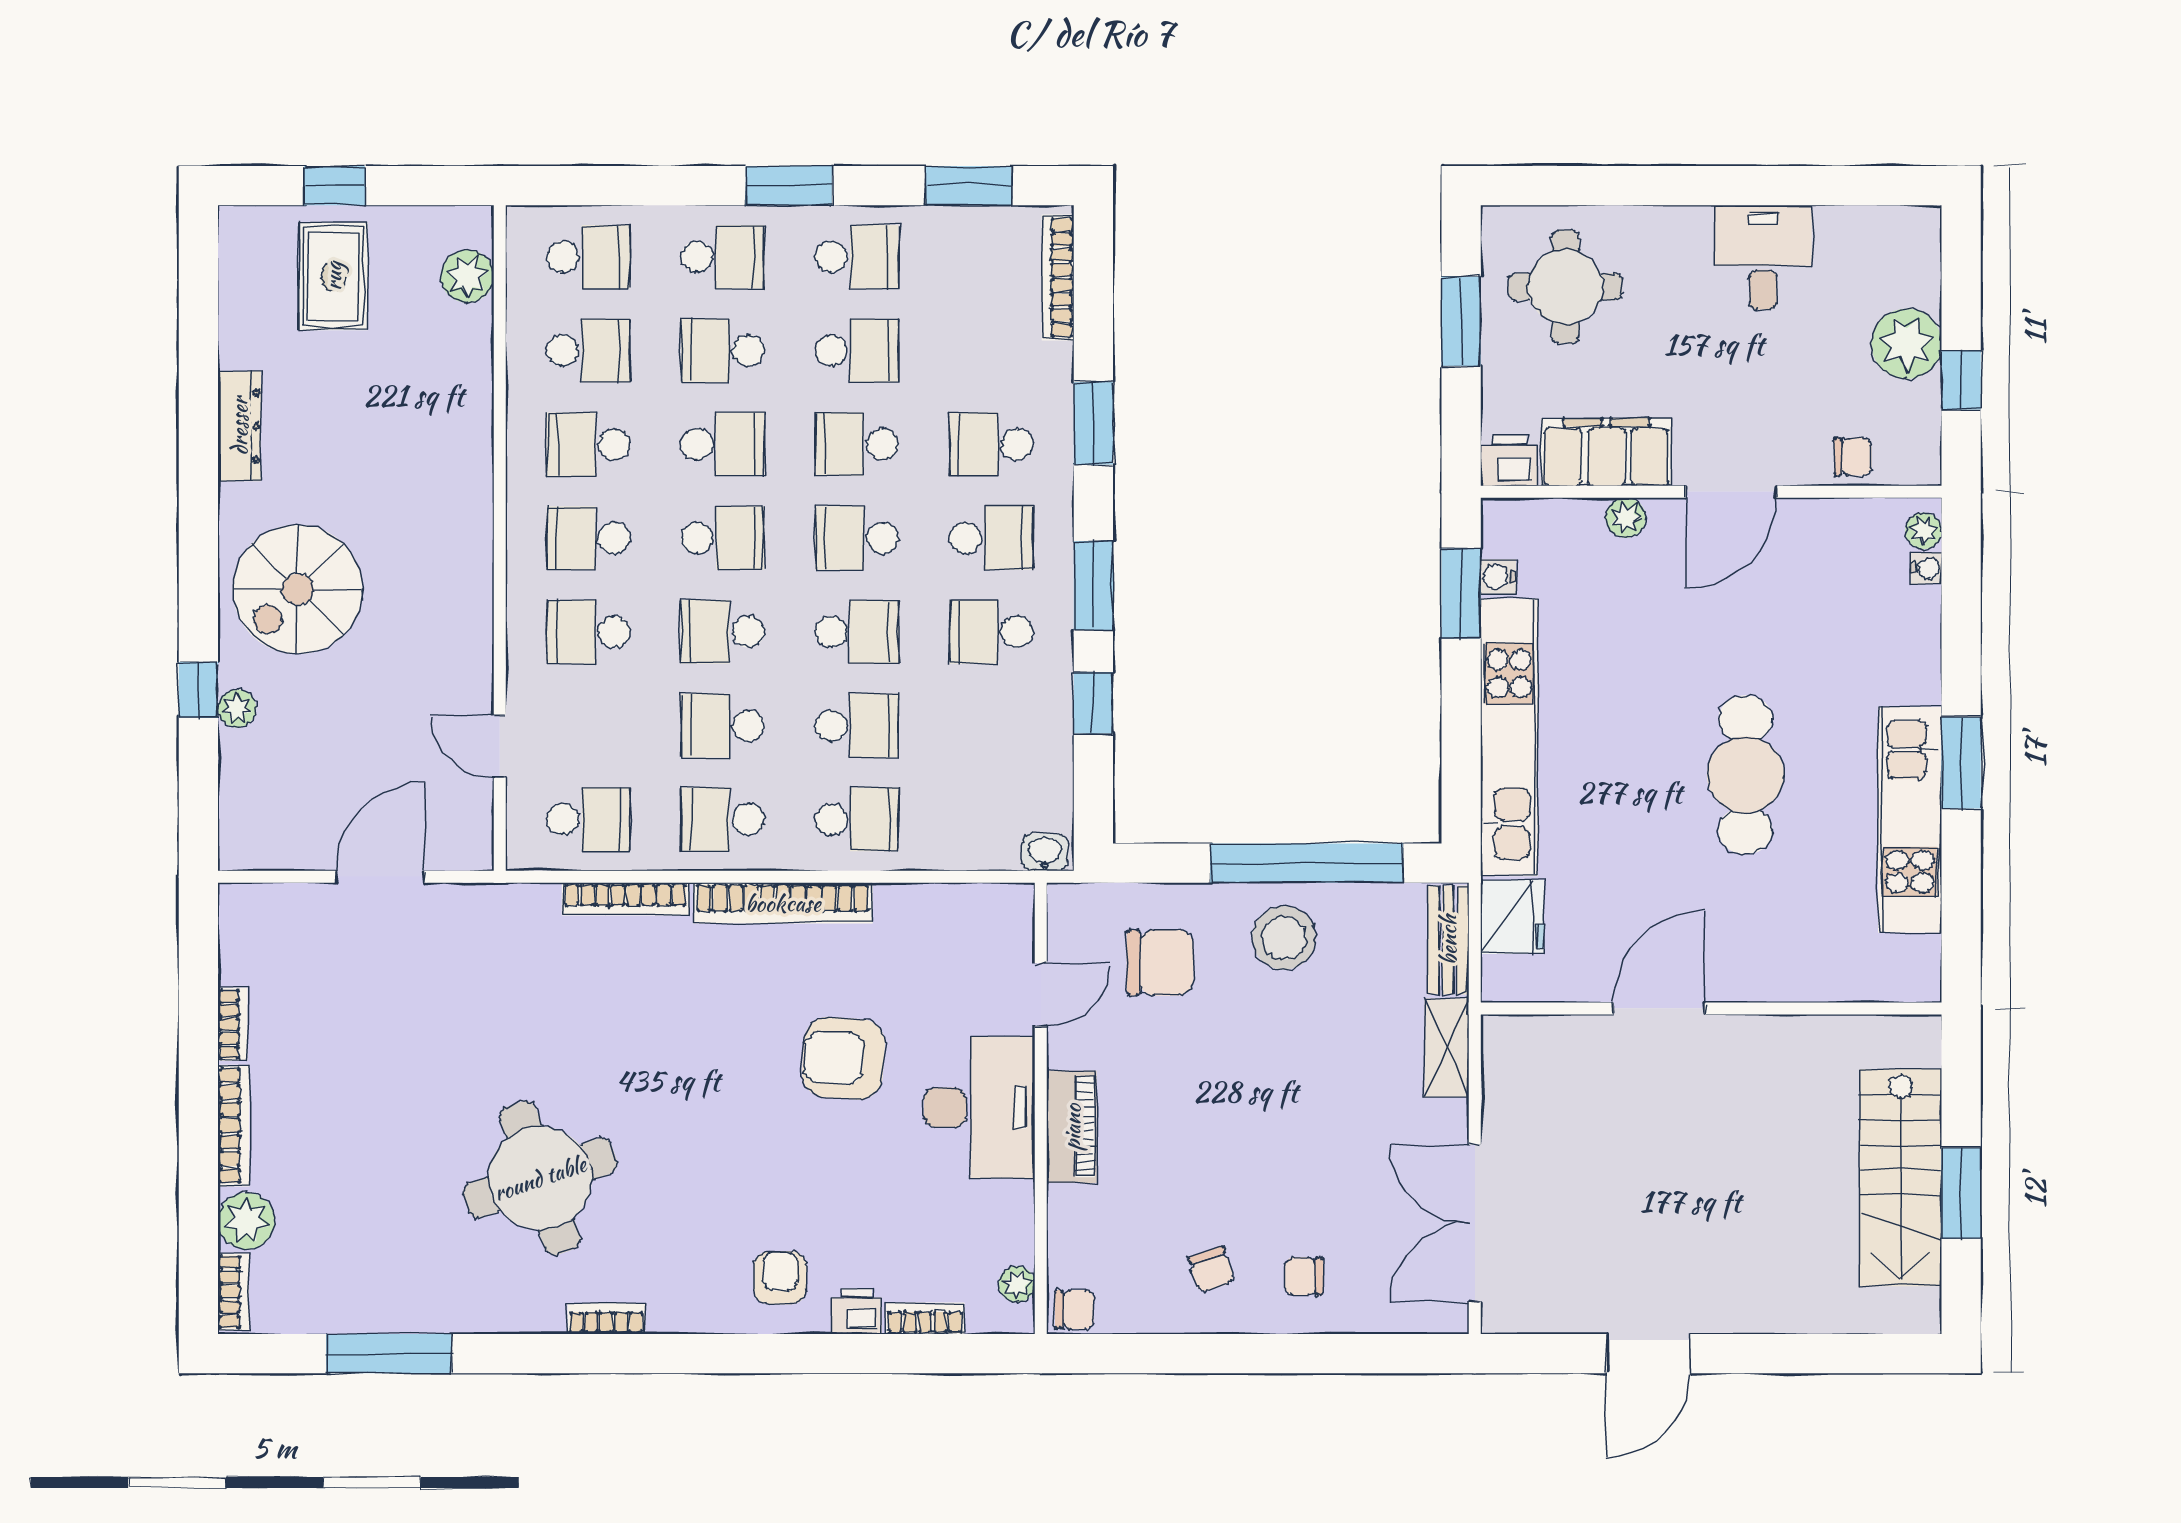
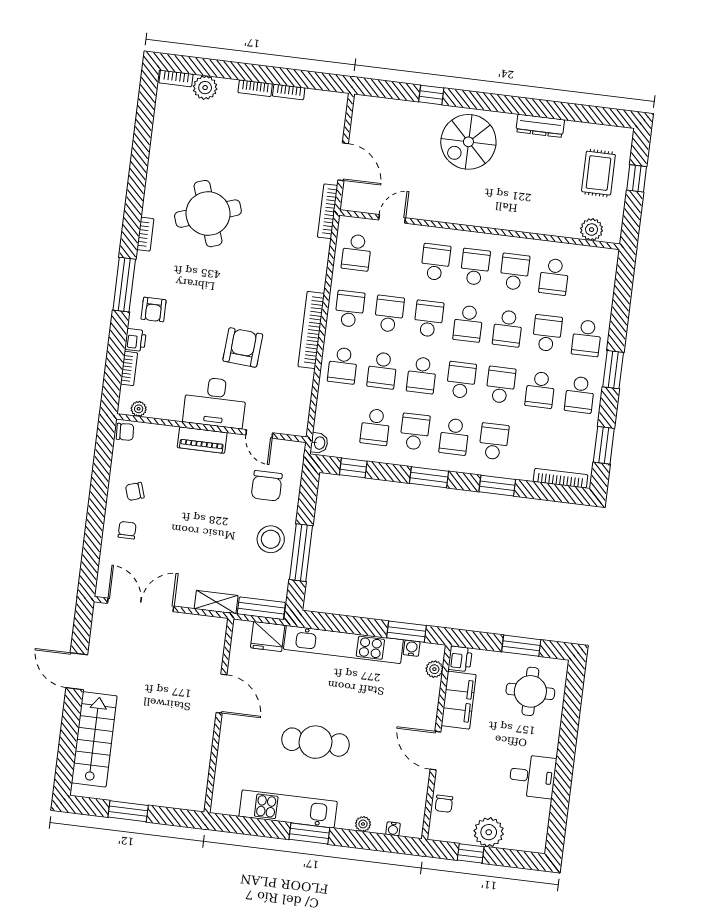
school desk: (588, 257) -> (375, 427), moved
rug: (333, 276) -> (598, 173), turned 90
plant: (1626, 518) -> (434, 669), moved
plant: (1923, 531) -> (363, 824), moved
spiral stairs: (298, 589) -> (468, 142), turned -90
window: (1093, 703) -> (353, 468), moved
plant: (237, 708) -> (421, 110), removed
window: (1307, 863) -> (301, 553), width x0.68
bookcase: (626, 899) -> (328, 211), moved
bookcase: (233, 1126) -> (255, 88), width x0.64
stairs: (1901, 1178) -> (94, 739), moved, turned 90
armchair: (780, 1278) -> (154, 309), turned 90
chair: (1074, 1309) -> (125, 432), turned -93
window: (389, 1354) -> (124, 285), moved

